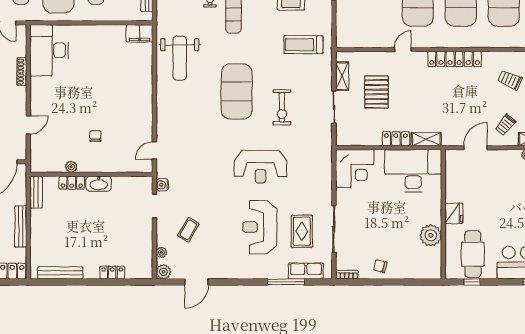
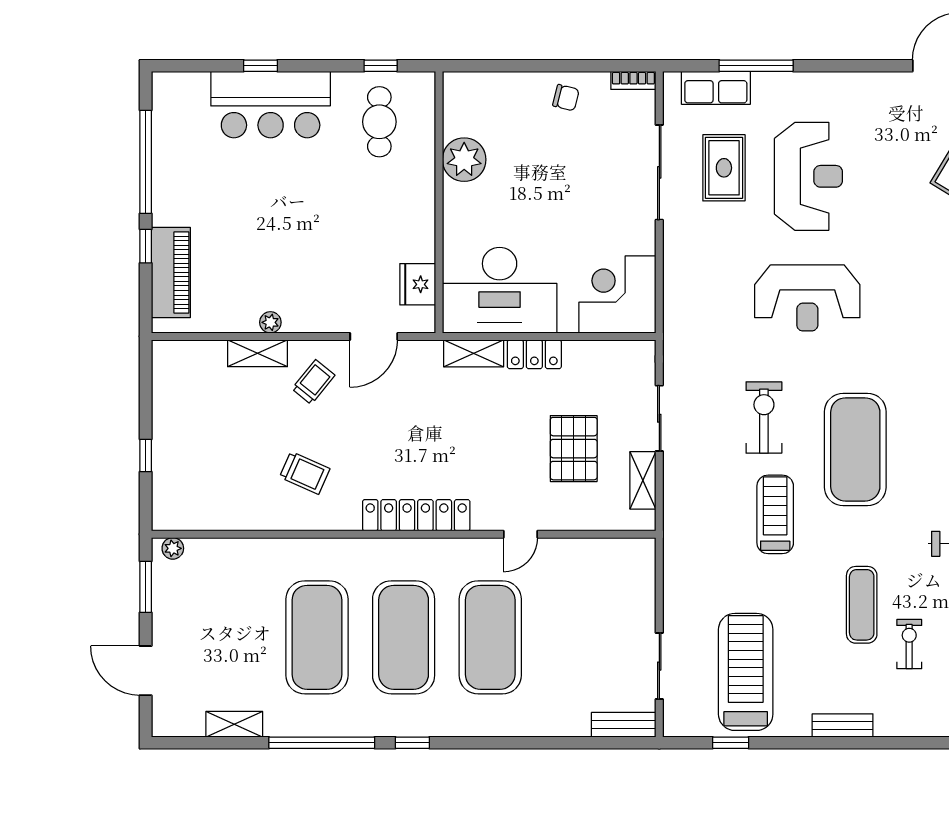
treadmill: (303, 45) -> (775, 514), moved, turned -90
reception desk: (260, 167) -> (807, 298), turned 180
fridge: (454, 213) -> (418, 284), moved
cafe table: (473, 254) -> (379, 122), width x0.73, depth x0.74

